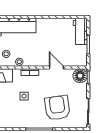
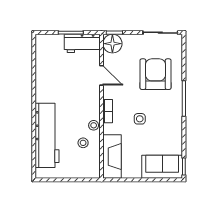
workbench: (80, 31) -> (82, 43), moved
door: (56, 68) -> (101, 75), swing flipped
armchair: (57, 108) -> (156, 74), turned 98

